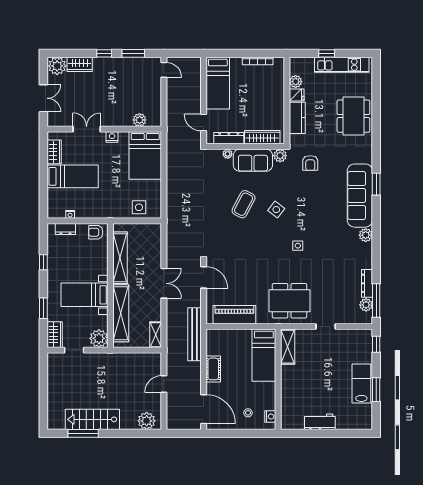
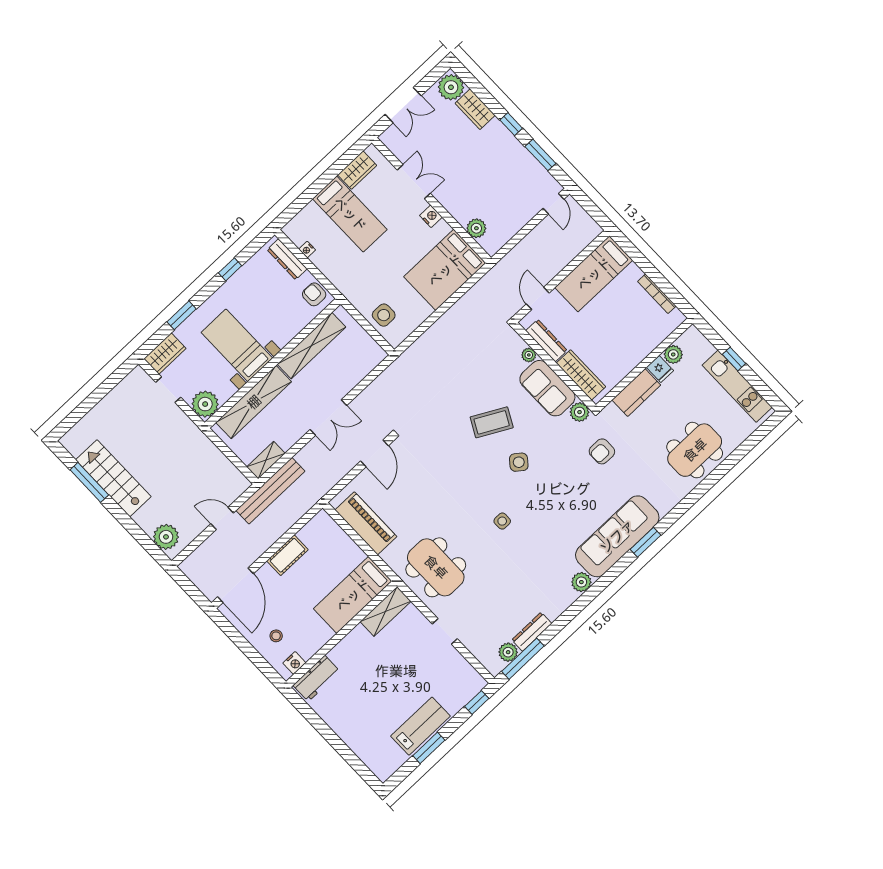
dresser: (65, 229) -> (287, 259), width x1.44
bench: (195, 334) -> (270, 491), moved
workbench: (320, 422) -> (317, 678), moved, turned 90

